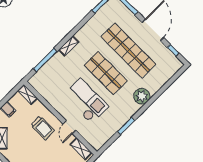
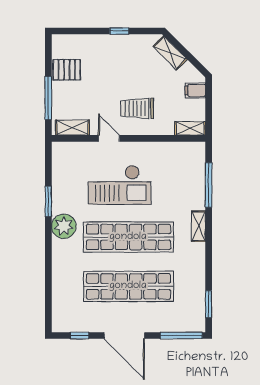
shop shelf: (106, 73) -> (128, 237), width x1.40
plant: (142, 96) -> (64, 226), moved

